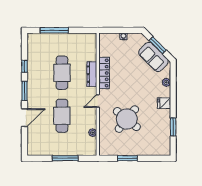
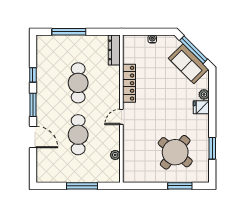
window: (158, 45) -> (194, 50), width x1.44
dresser: (92, 74) -> (114, 50), moved
fridge: (164, 103) -> (201, 107), moved
door: (24, 118) -> (33, 137), hinge flipped
round table: (127, 119) -> (175, 152), moved
window: (127, 158) -> (180, 186), moved

